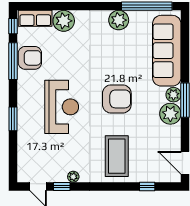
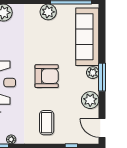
plant: (170, 114) -> (90, 100), moved
coffee table: (117, 156) -> (47, 123), width x0.73, depth x0.76

